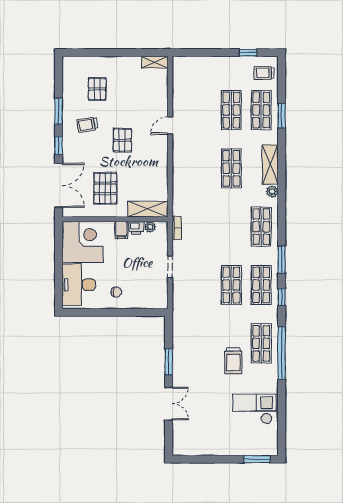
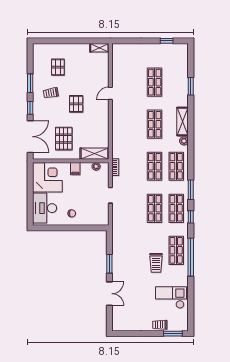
trolley: (264, 73) -> (160, 325), moved
shop shelf: (261, 110) -> (155, 166), moved
printer: (136, 228) -> (86, 167), removed

